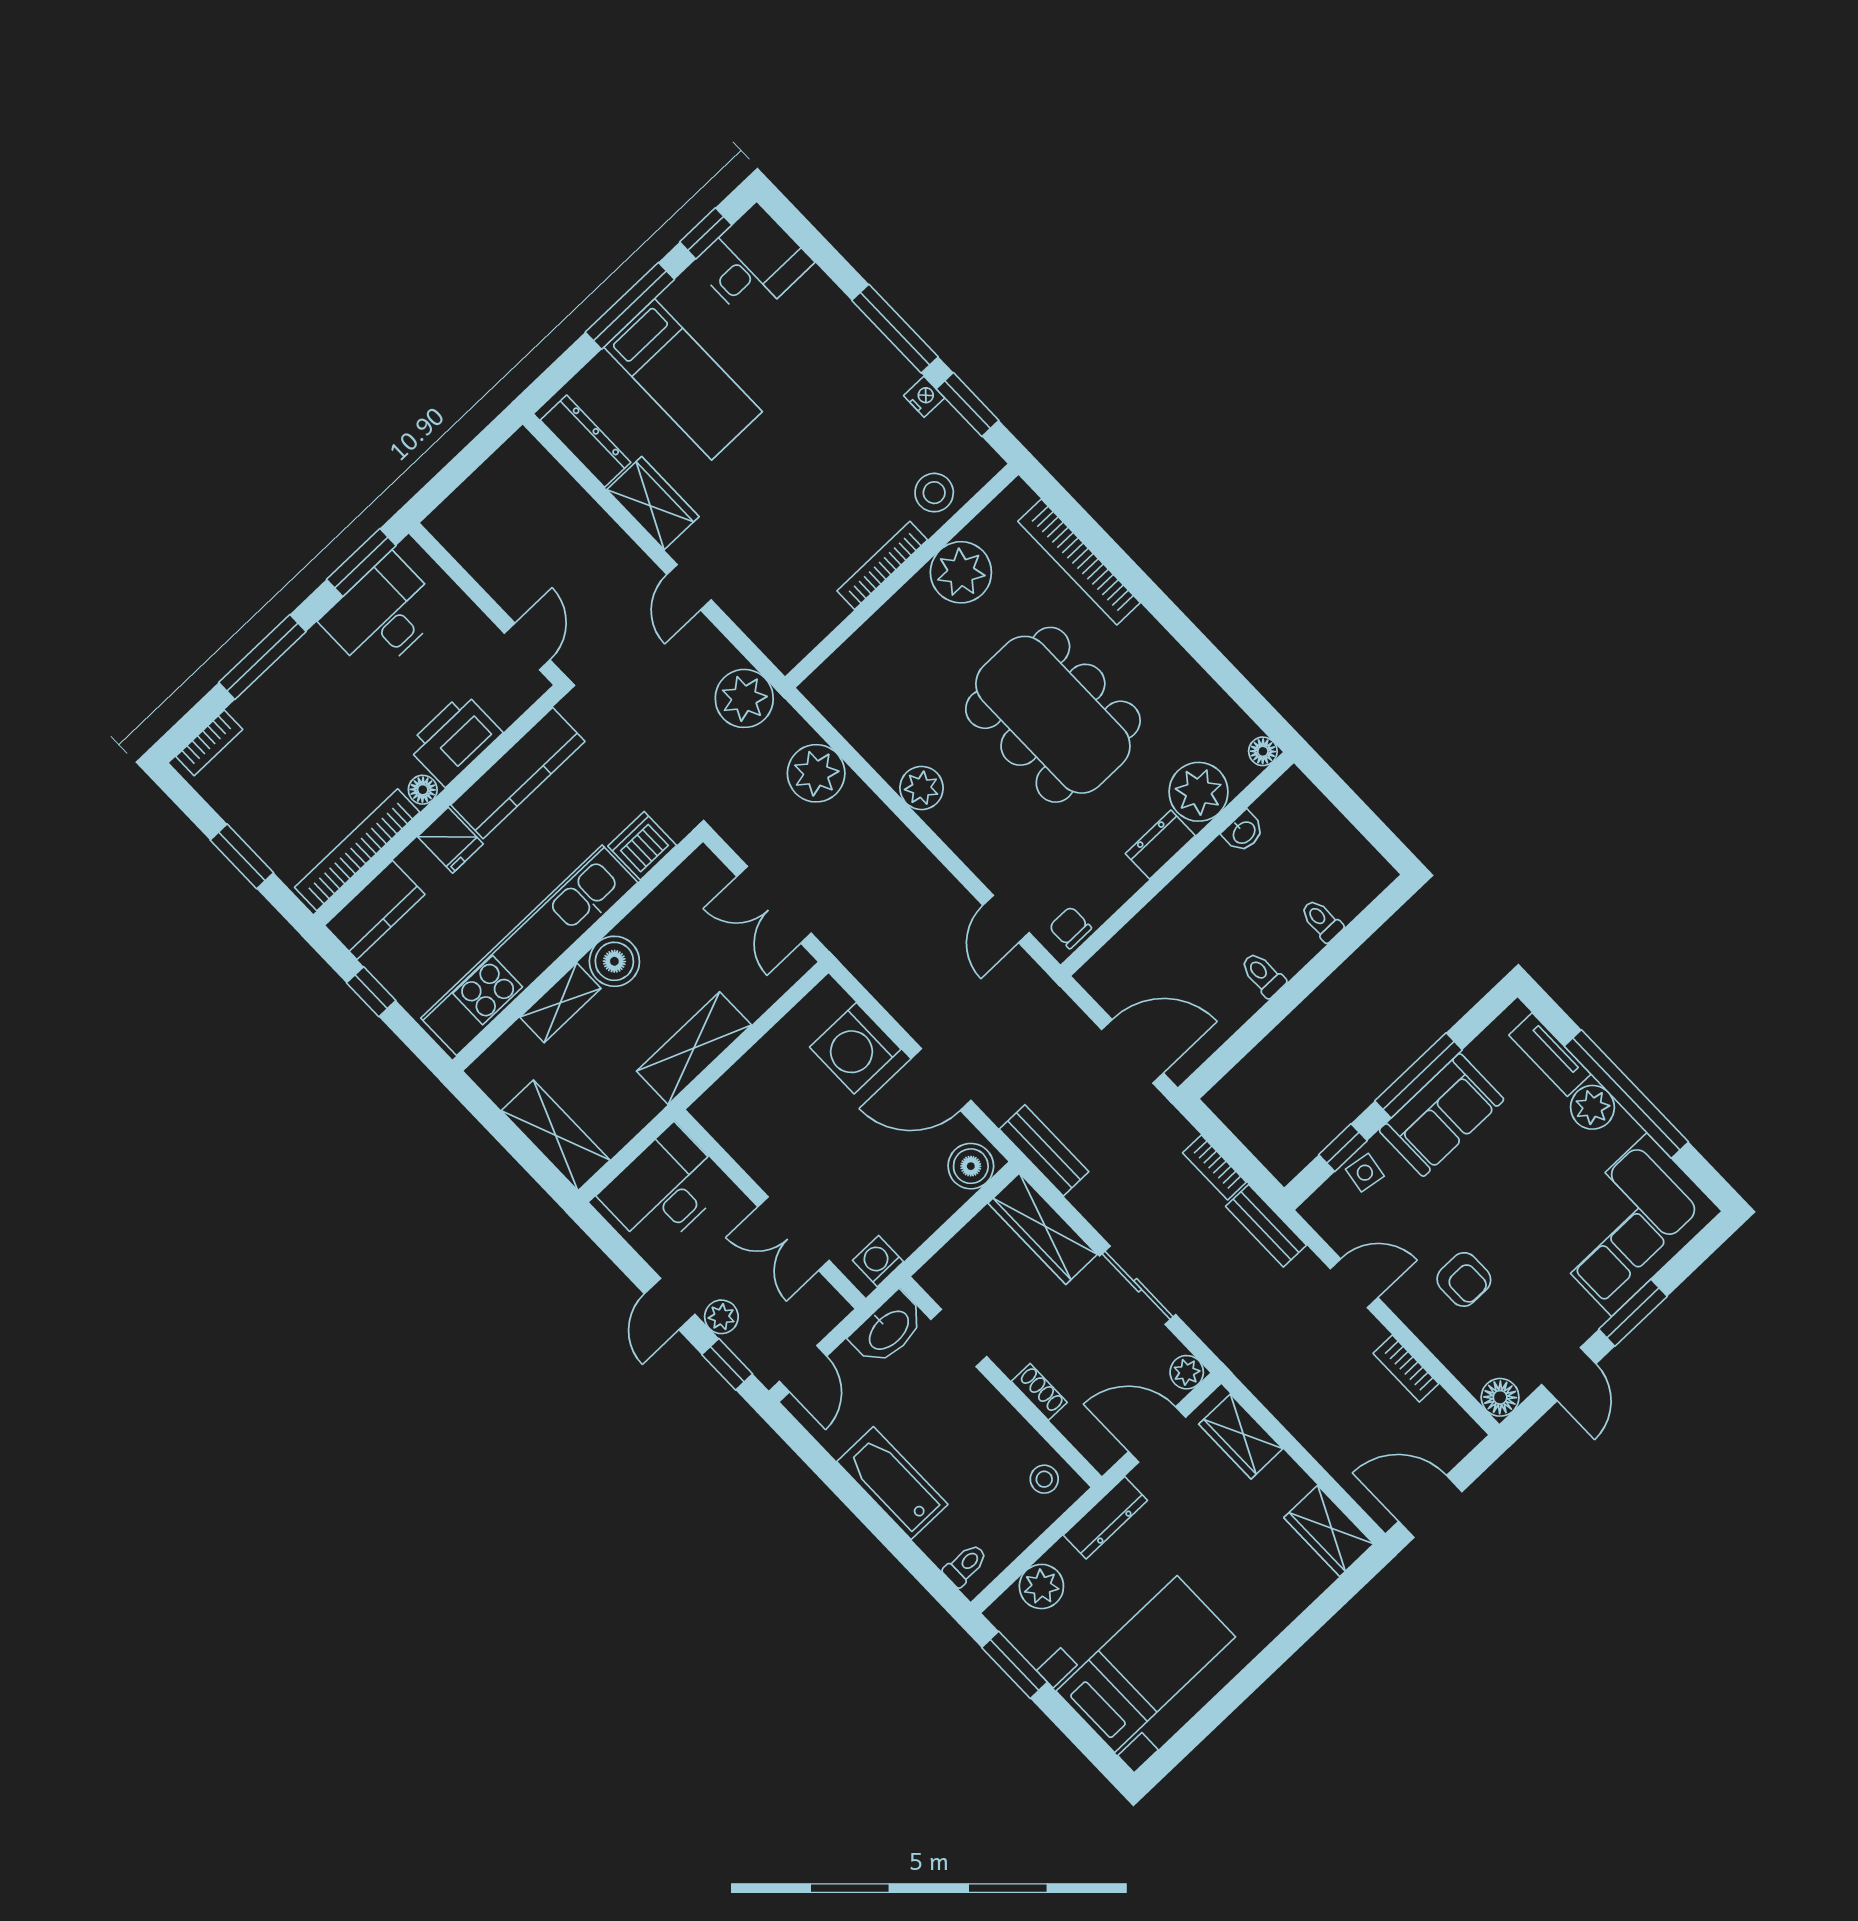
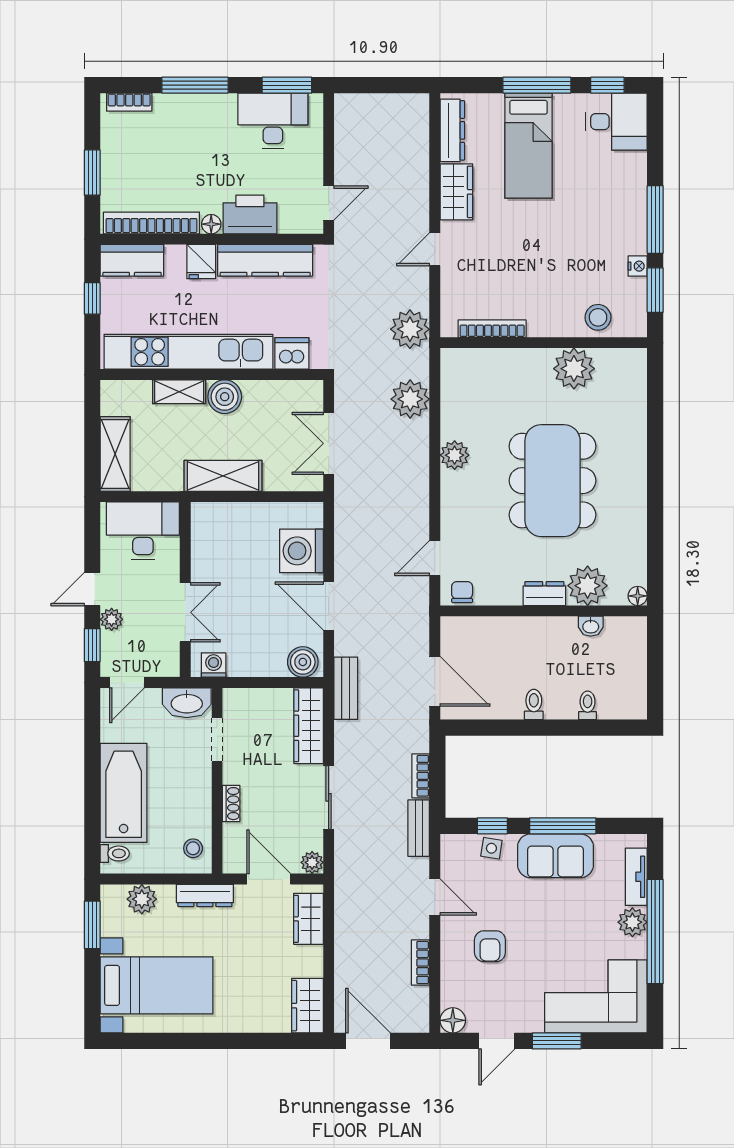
bookcase: (1079, 562) -> (636, 418), removed
bookcase: (882, 565) -> (492, 329), moved
double door: (793, 1234) -> (185, 612), swing flipped
bathtub: (892, 1483) -> (124, 793), width x1.36, depth x1.36

